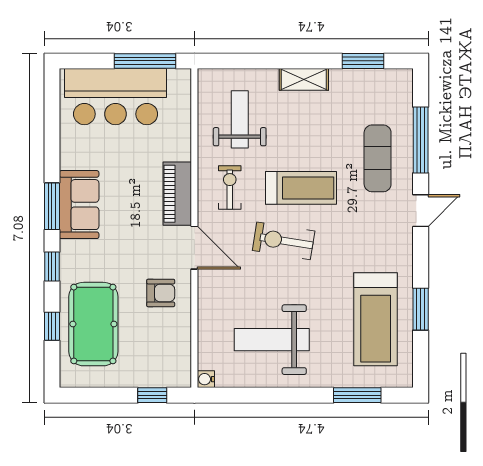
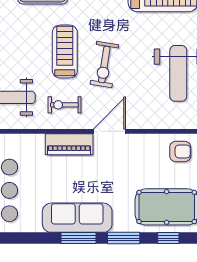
sofa: (79, 205) -> (77, 218), width x1.36
window: (52, 266) -> (124, 238), width x1.50
armchair: (161, 293) -> (180, 151), moved, turned 90

